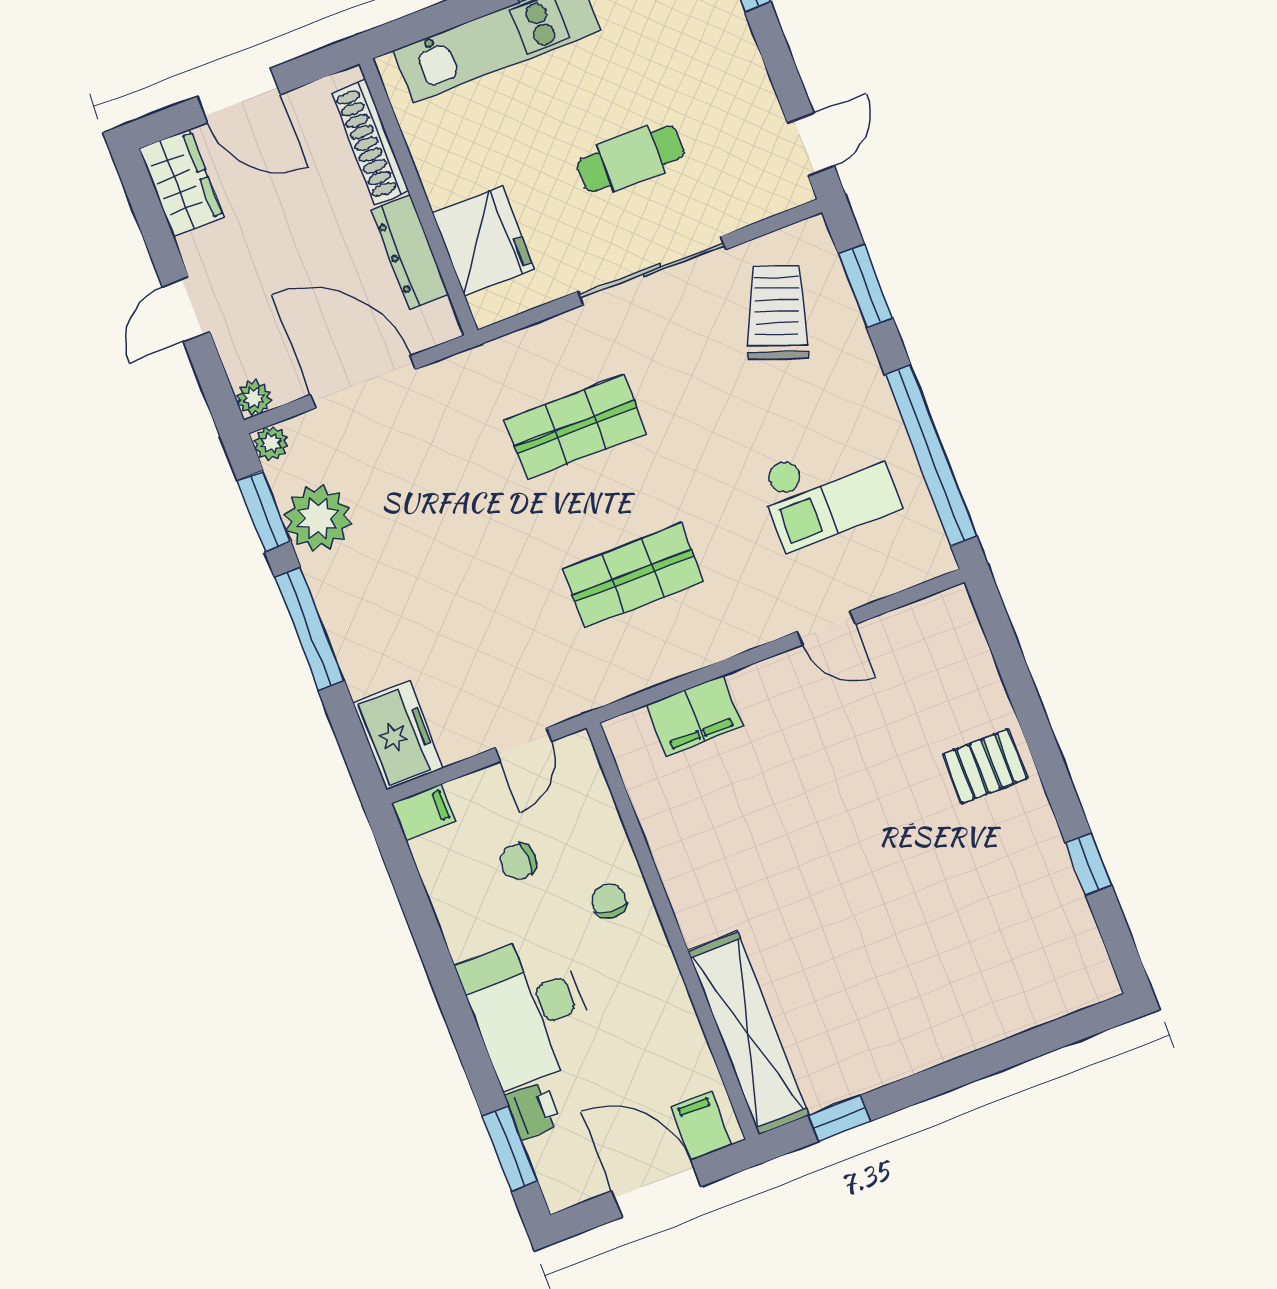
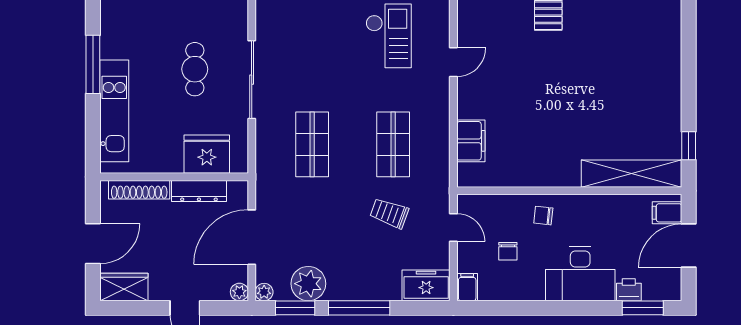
trolley: (777, 312) -> (389, 213), moved, width x0.73, depth x0.72

